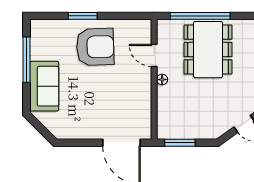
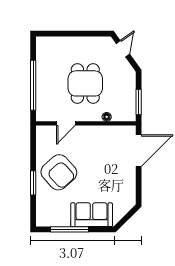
armchair: (95, 47) -> (59, 172), turned 140
dining table: (208, 50) -> (85, 83), moved, width x0.73
floor lamp: (162, 80) -> (107, 117), moved

